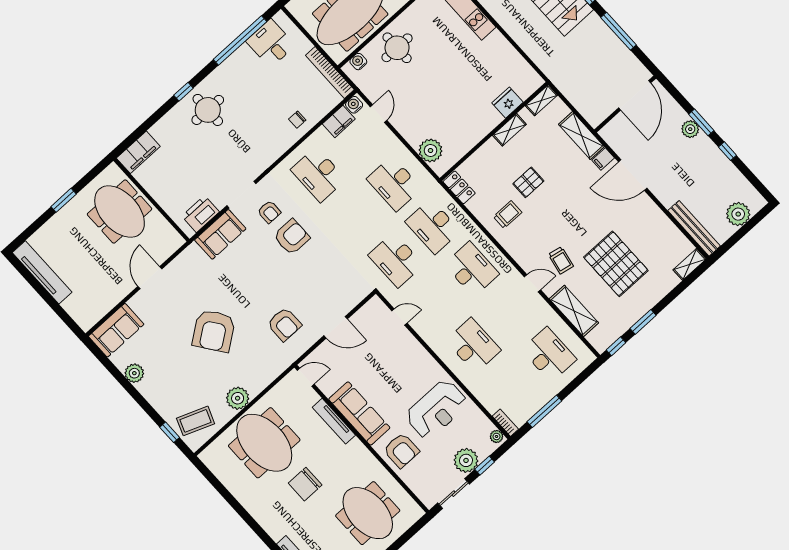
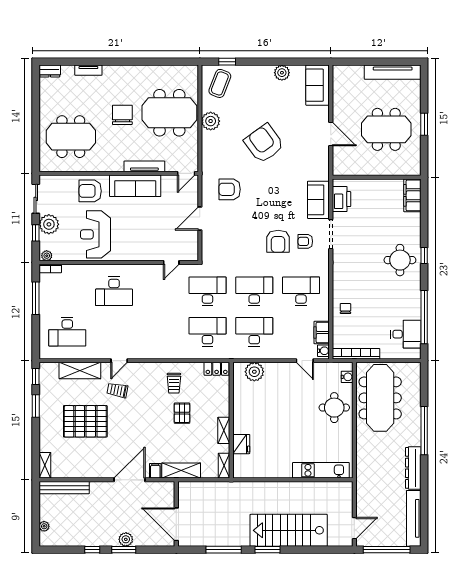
meeting table: (120, 212) -> (386, 129), moved
plant: (738, 214) -> (44, 526), width x0.53, depth x0.53
desk: (472, 269) -> (254, 291), moved, turned 180

